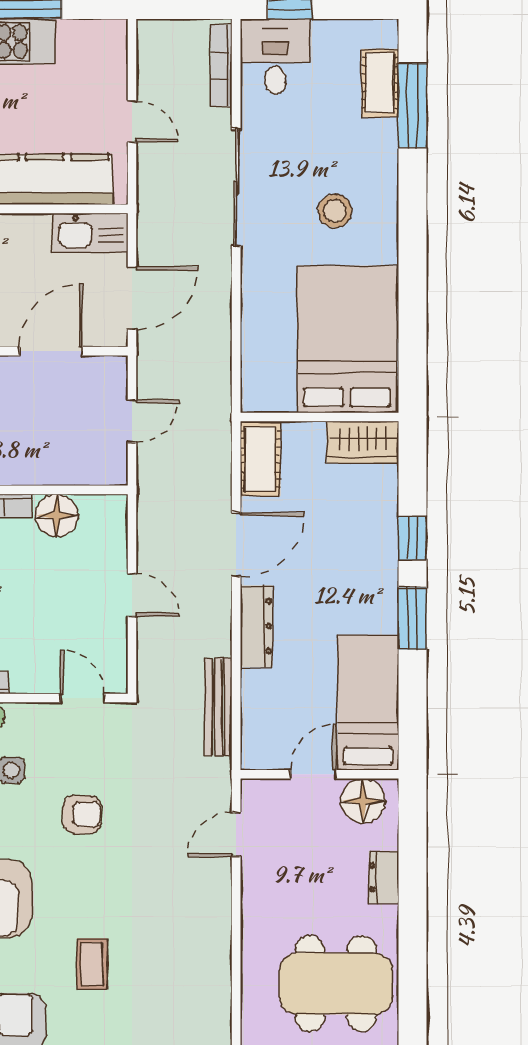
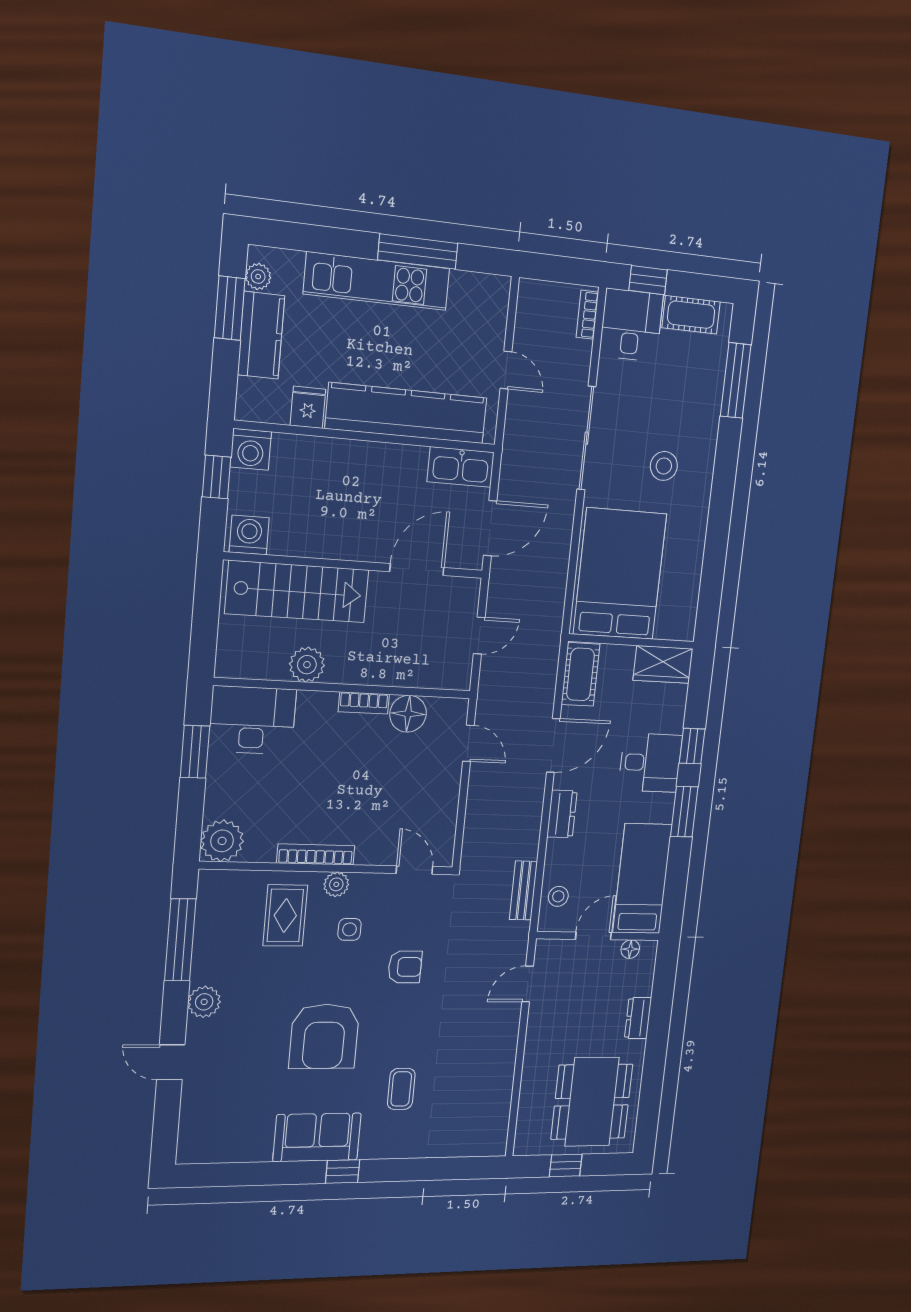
bookcase: (221, 66) -> (587, 315), width x0.64
cot: (380, 83) -> (691, 315), moved, turned 90
bed: (347, 339) -> (620, 574), moved
desk: (361, 560) -> (650, 763), added
door: (132, 595) -> (468, 743), moved
dresser: (256, 626) -> (562, 814), width x0.70
bench: (218, 707) -> (523, 890), width x0.73
stool: (263, 726) -> (558, 896), added
floor lamp: (363, 801) -> (630, 949), width x0.53, depth x0.53
dining table: (336, 984) -> (592, 1102), turned 90

